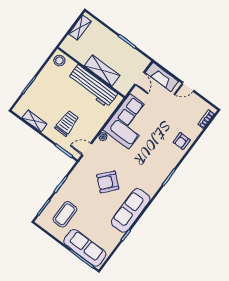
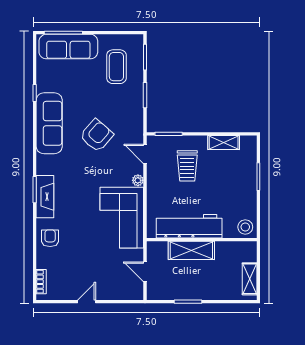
fireplace: (162, 77) -> (45, 197), moved, turned 90
door: (87, 149) -> (145, 154), swing flipped

